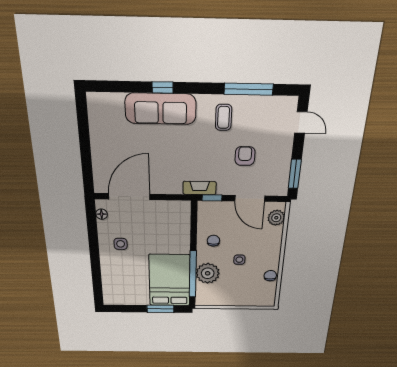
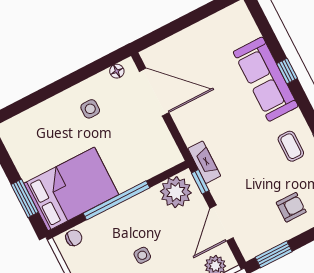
coffee table: (224, 117) -> (291, 146), turned 90
armchair: (245, 156) -> (291, 207), moved
chair: (213, 241) -> (74, 238), moved
plant: (208, 273) -> (176, 192), moved
window: (193, 274) -> (116, 200), moved

